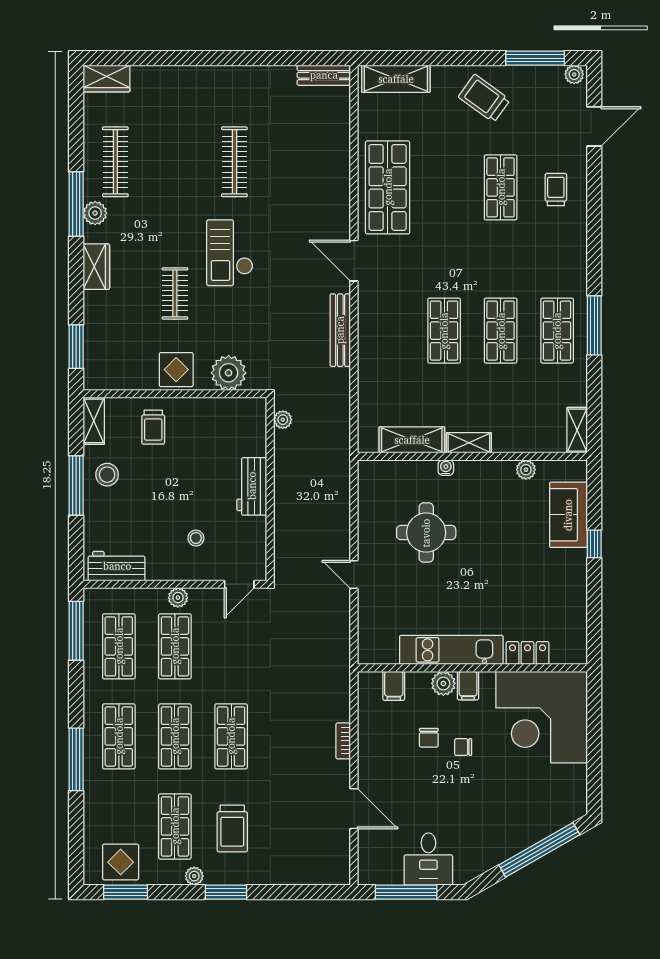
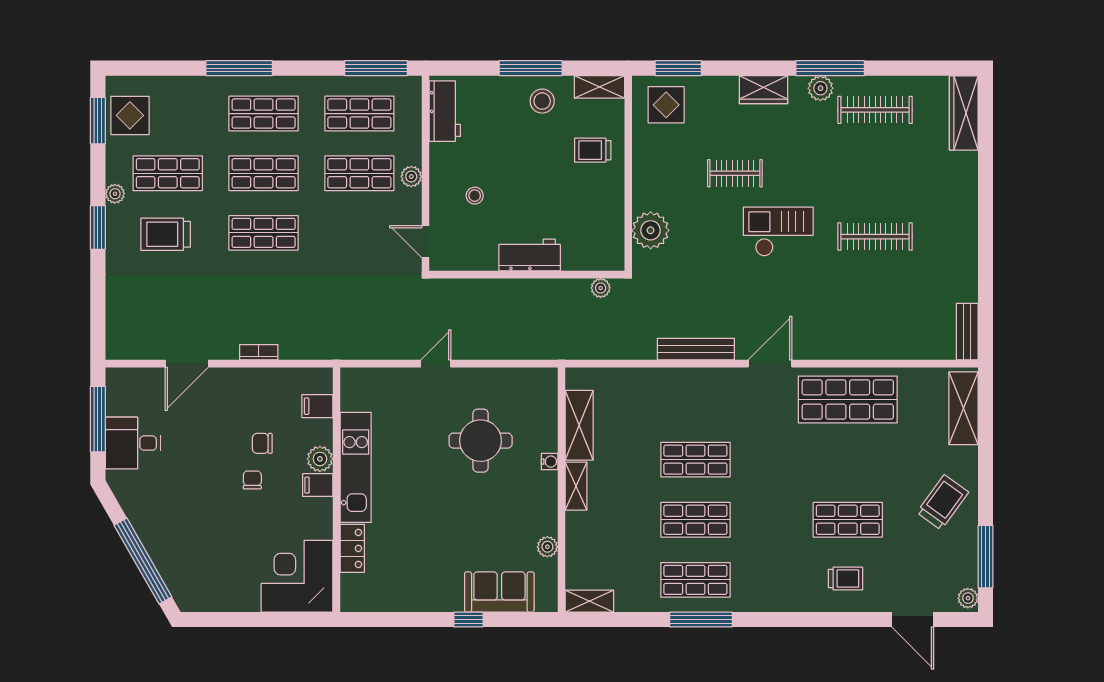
wardrobe: (107, 78) -> (964, 113), width x1.50
display table: (176, 370) -> (666, 105), moved
corner desk: (542, 717) -> (297, 576), width x0.74, depth x0.74

